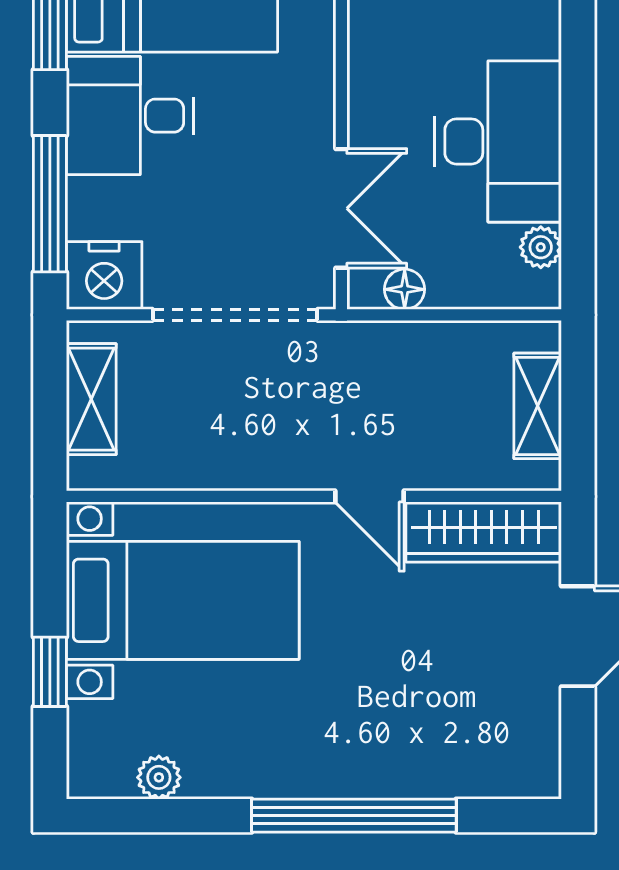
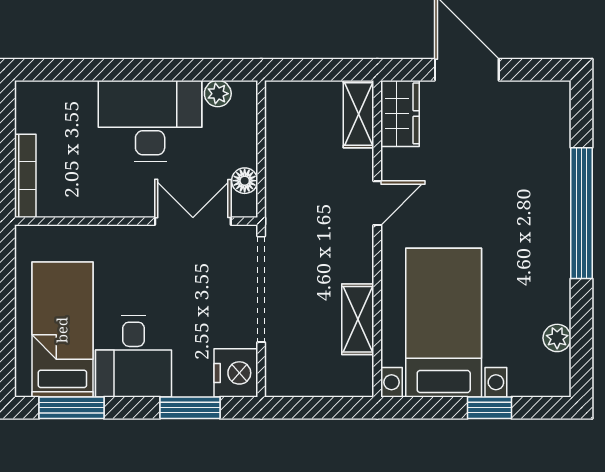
window: (50, 204) -> (190, 408), width x0.69
shelving: (91, 399) -> (358, 319), moved, turned 90
shelving: (538, 406) -> (359, 114), moved, turned 90
wardrobe: (484, 532) -> (400, 113), width x0.67

